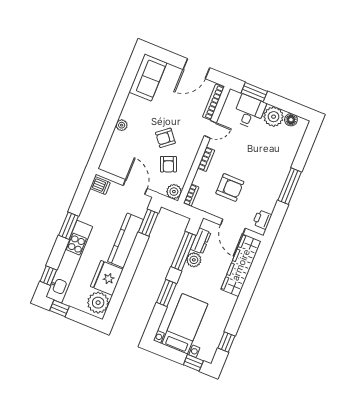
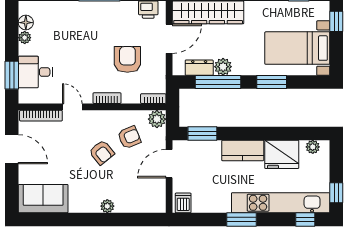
plant: (274, 117) -> (25, 38), width x0.53, depth x0.53
kitchen counter: (125, 241) -> (243, 150), width x0.67
plant: (98, 303) -> (313, 147), width x0.53, depth x0.53

